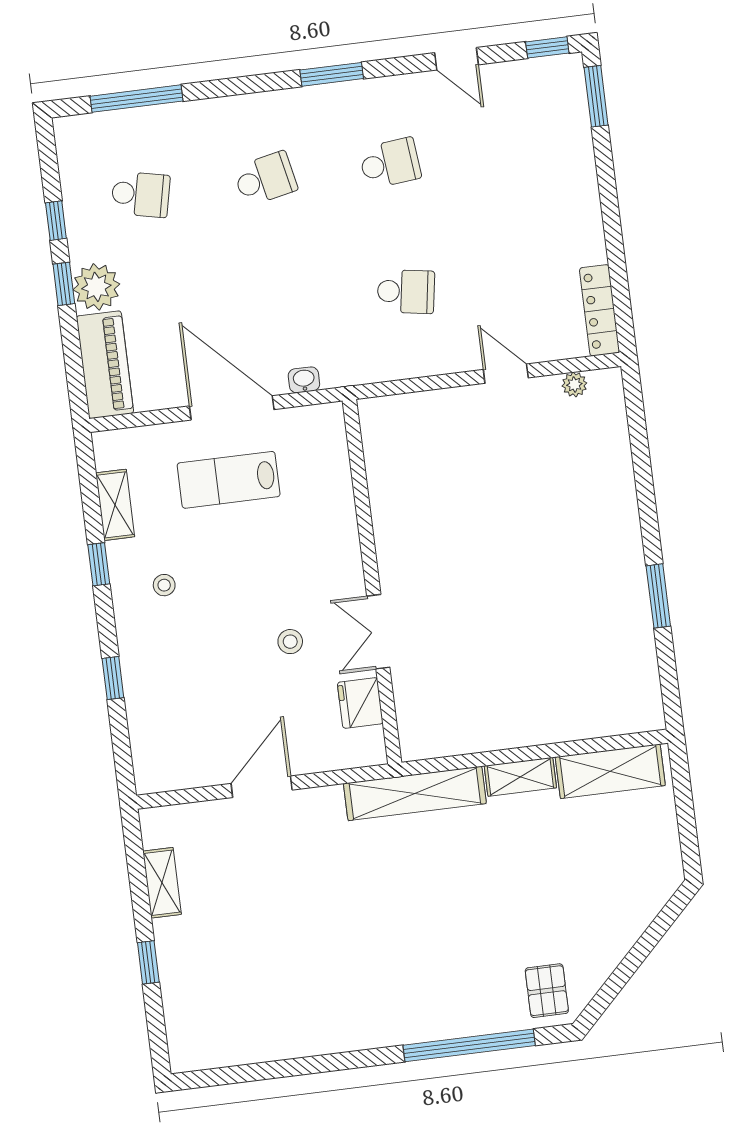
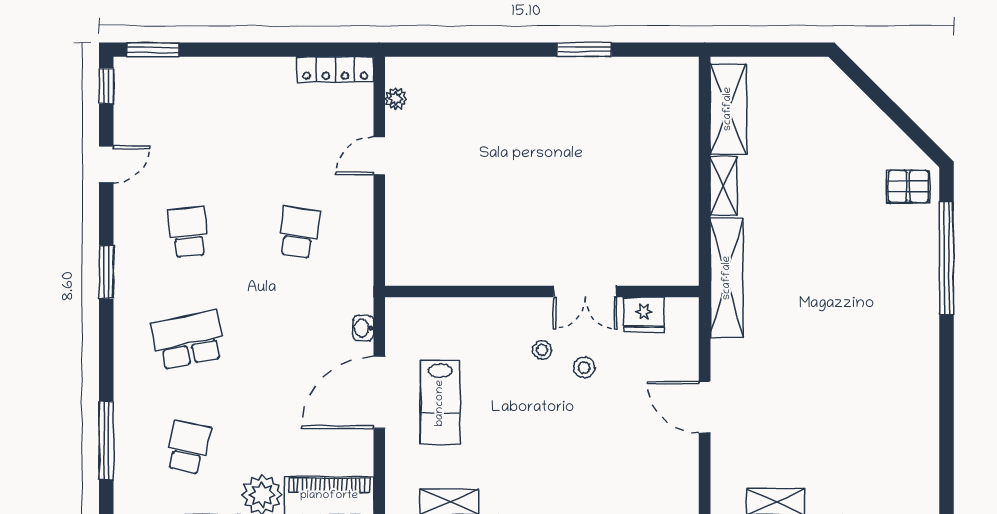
school desk: (265, 179) -> (188, 340), width x1.85
stool: (164, 585) -> (542, 350), moved

